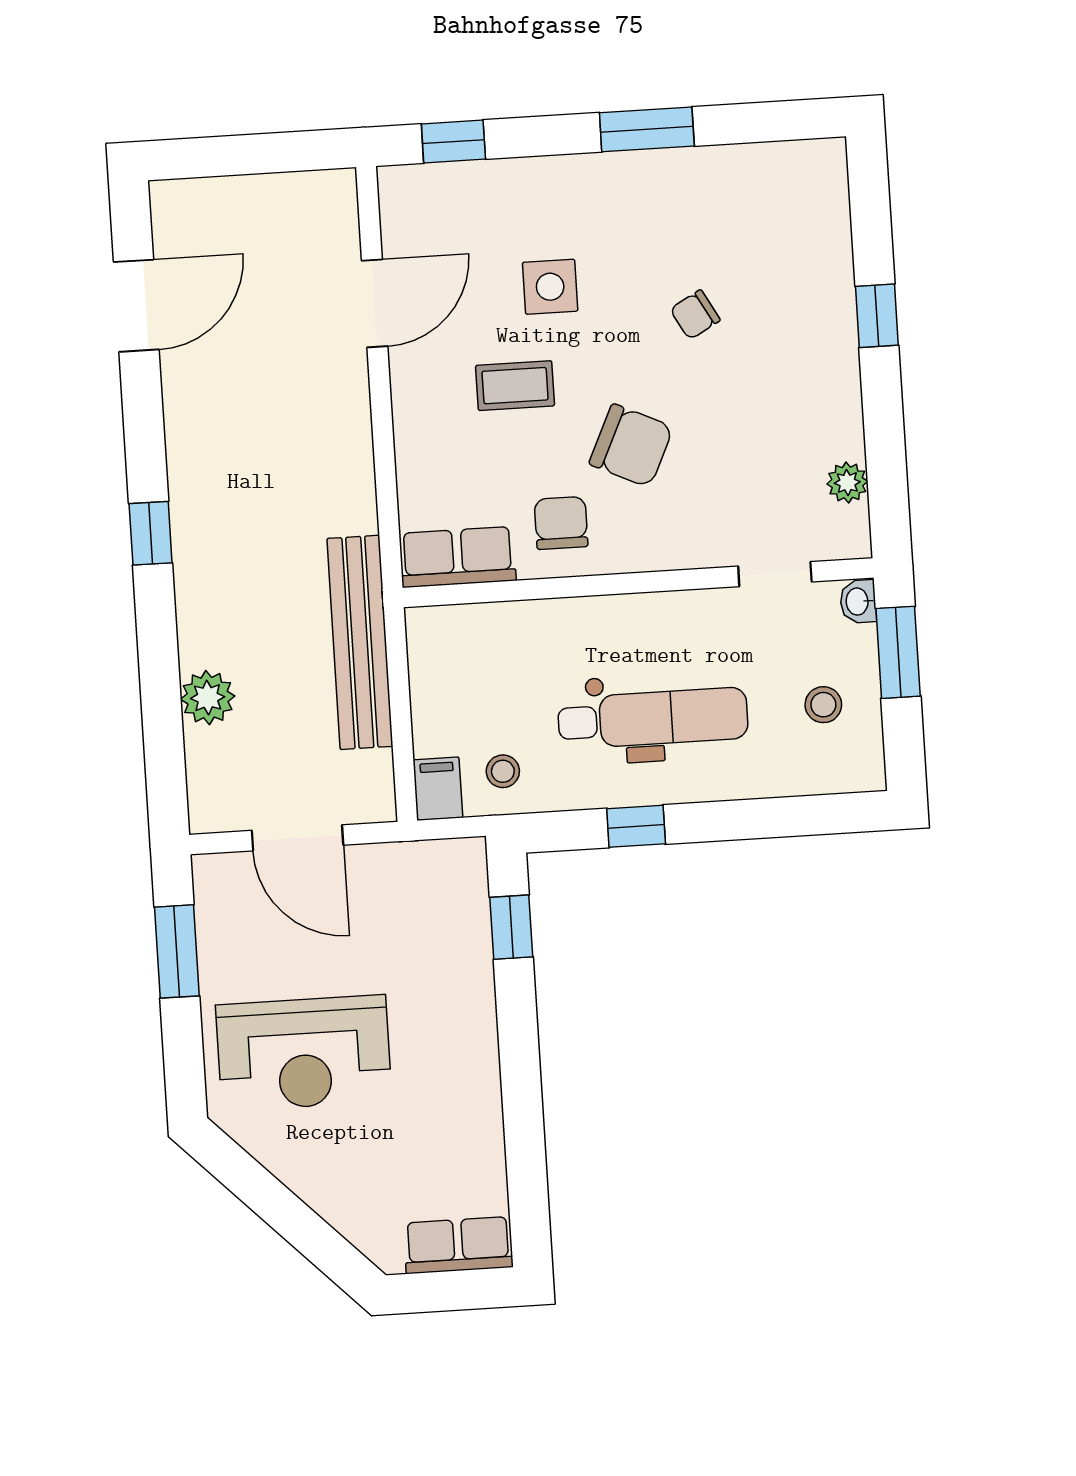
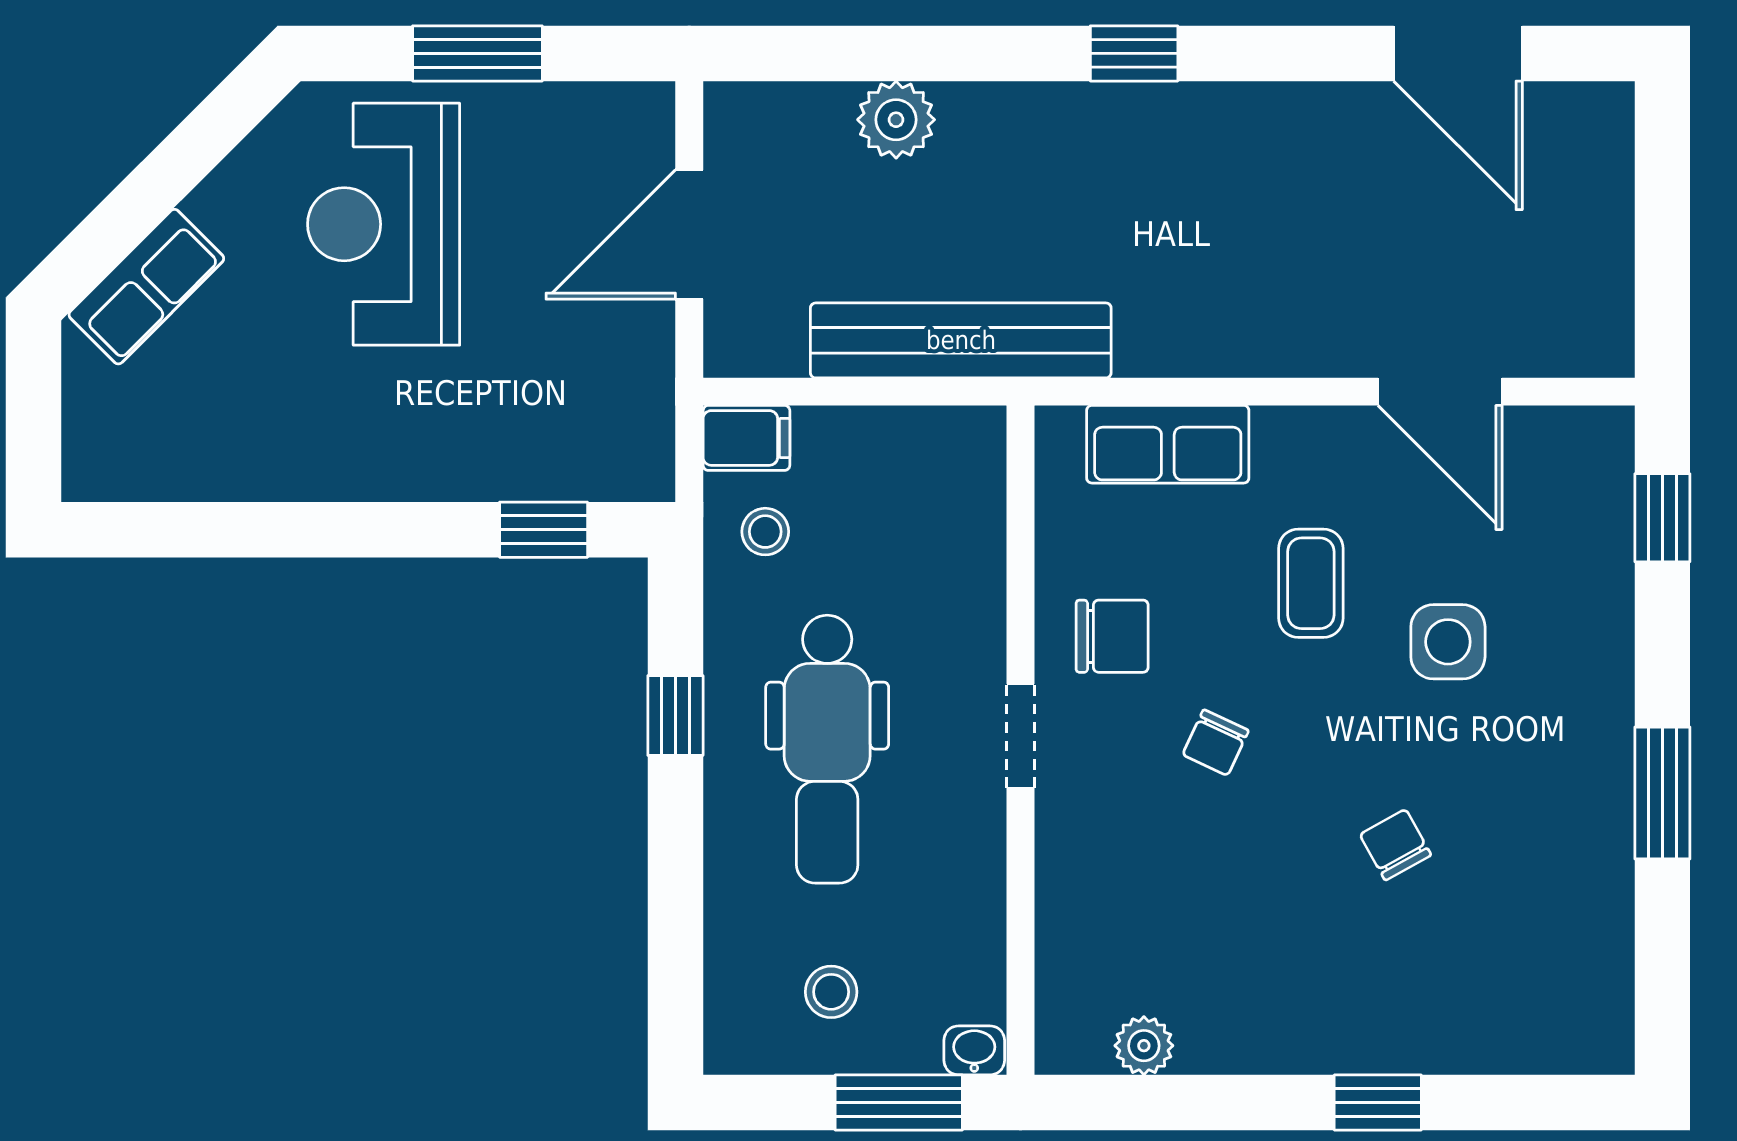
chair: (631, 446) -> (1216, 743), width x0.54, depth x0.54
row of seats: (458, 557) -> (1168, 444), moved, turned 90
doorway: (775, 574) -> (1021, 736), moved
window: (177, 951) -> (477, 53), moved
row of seats: (458, 1245) -> (146, 287), moved, turned 45

